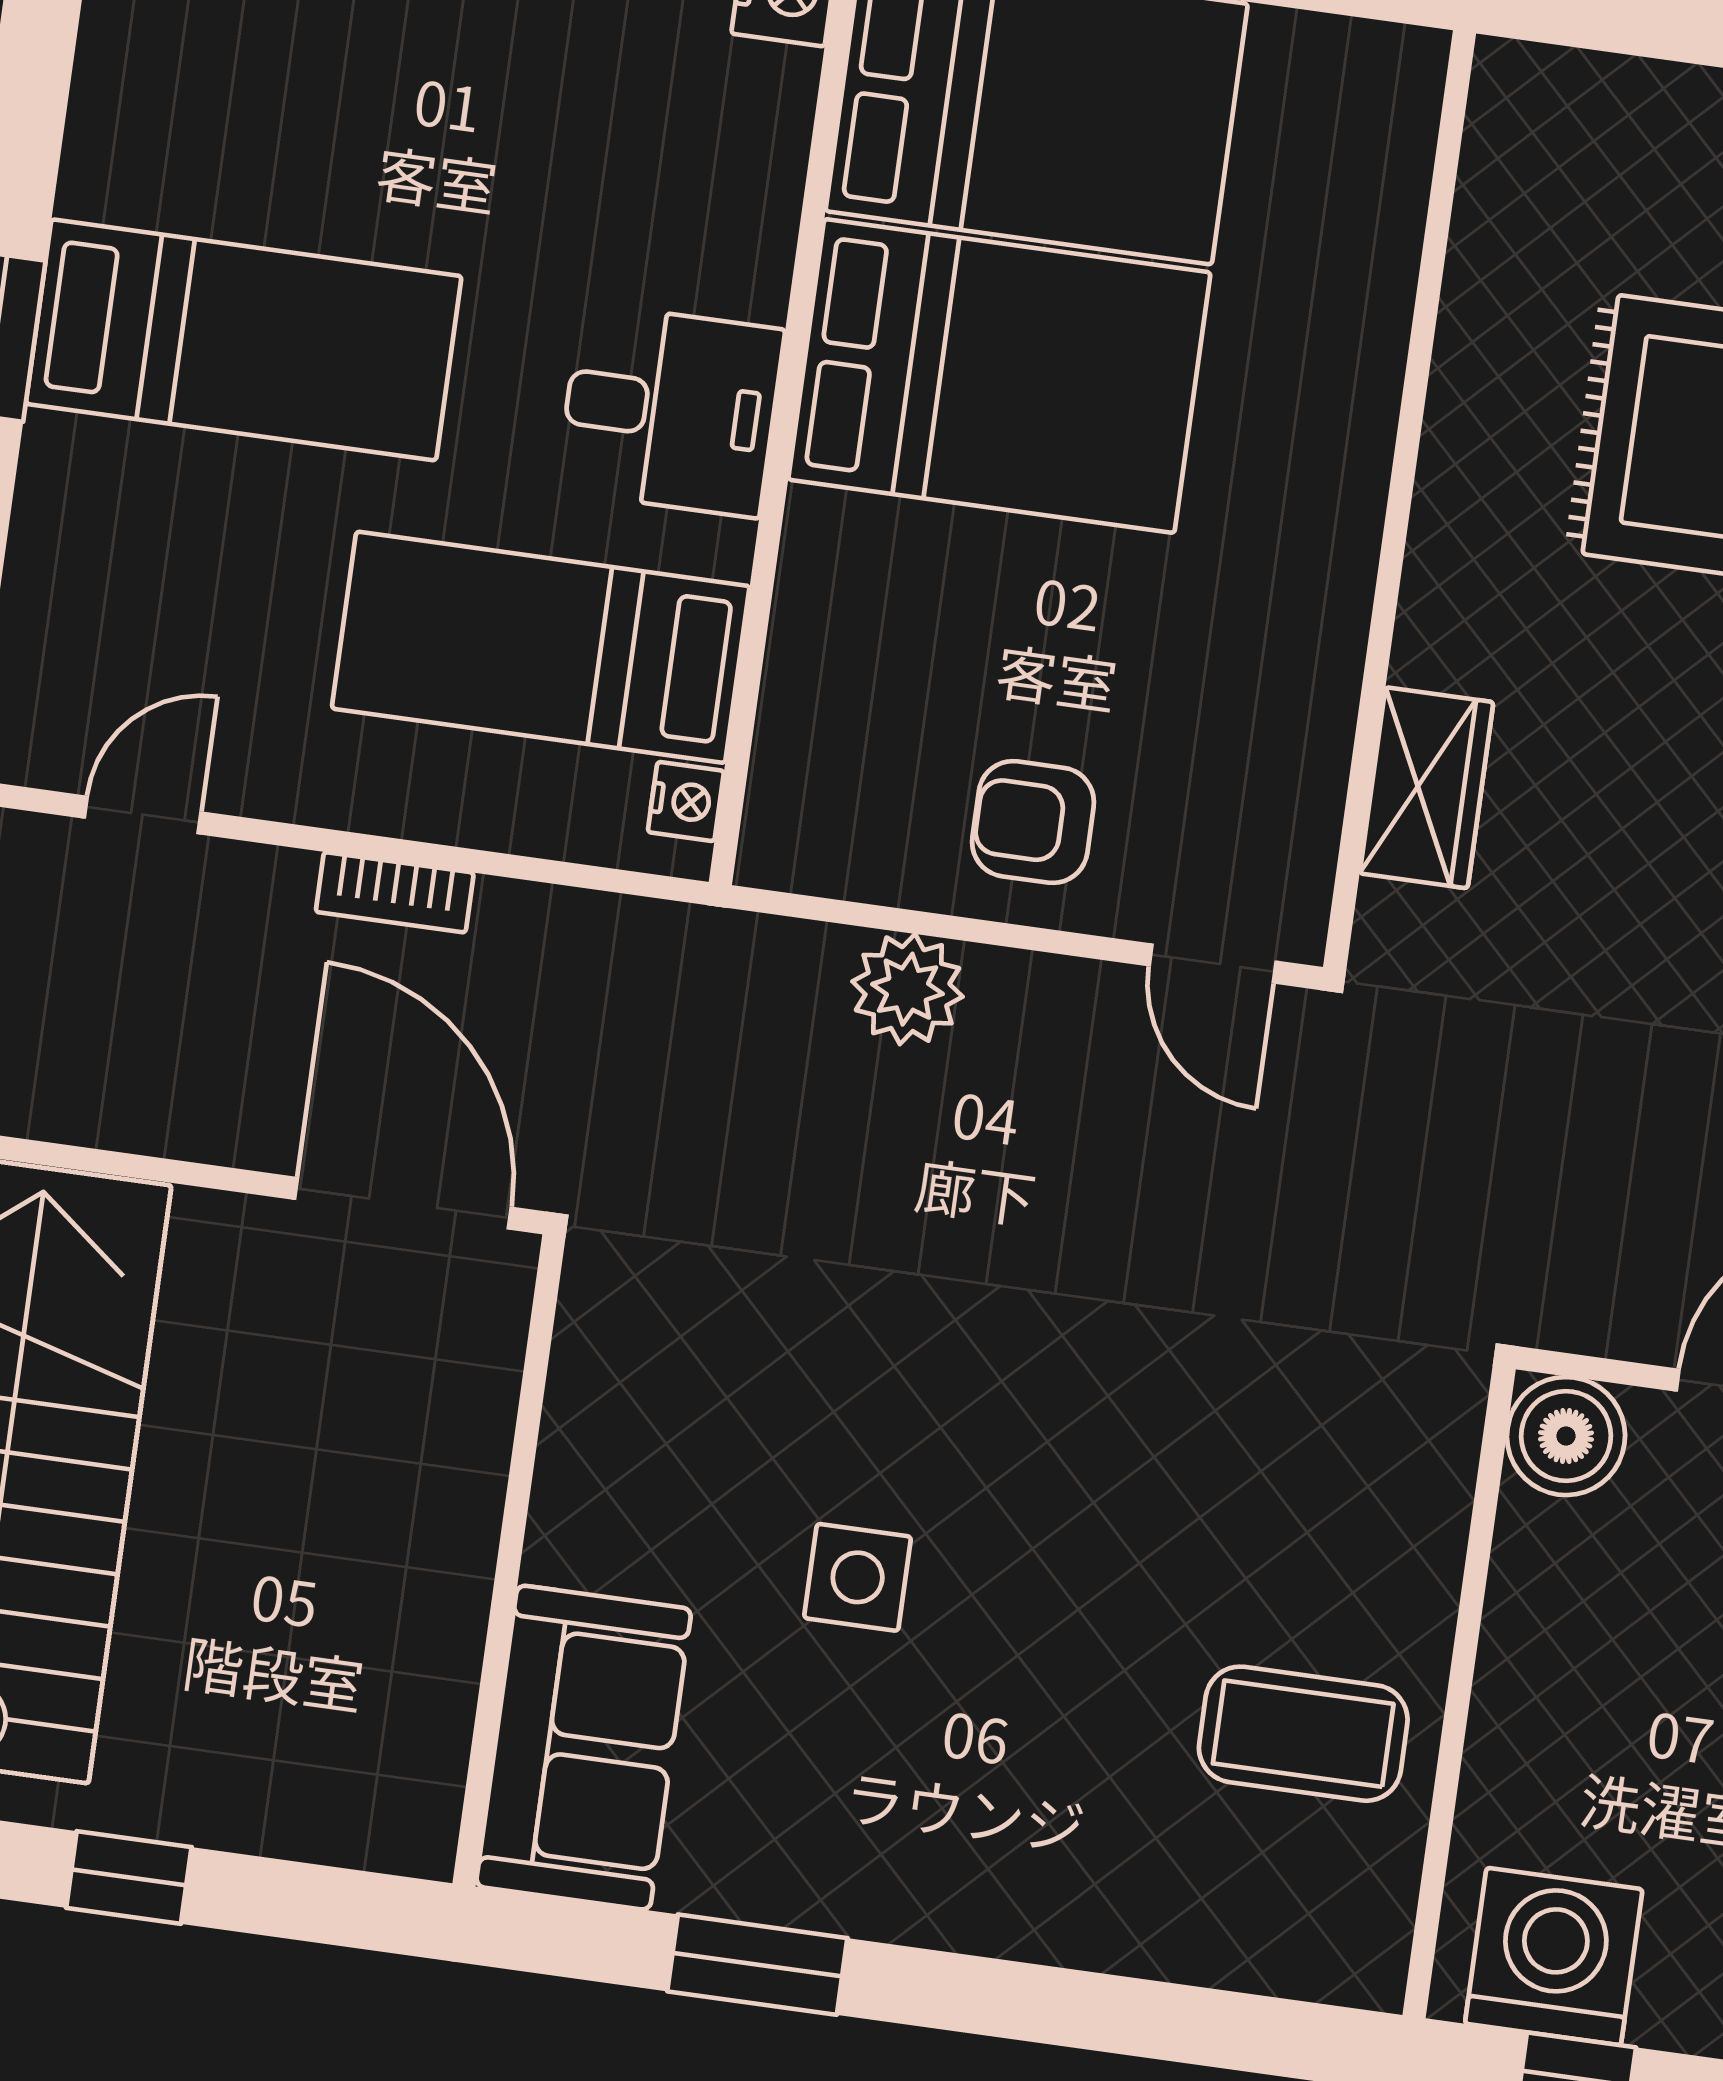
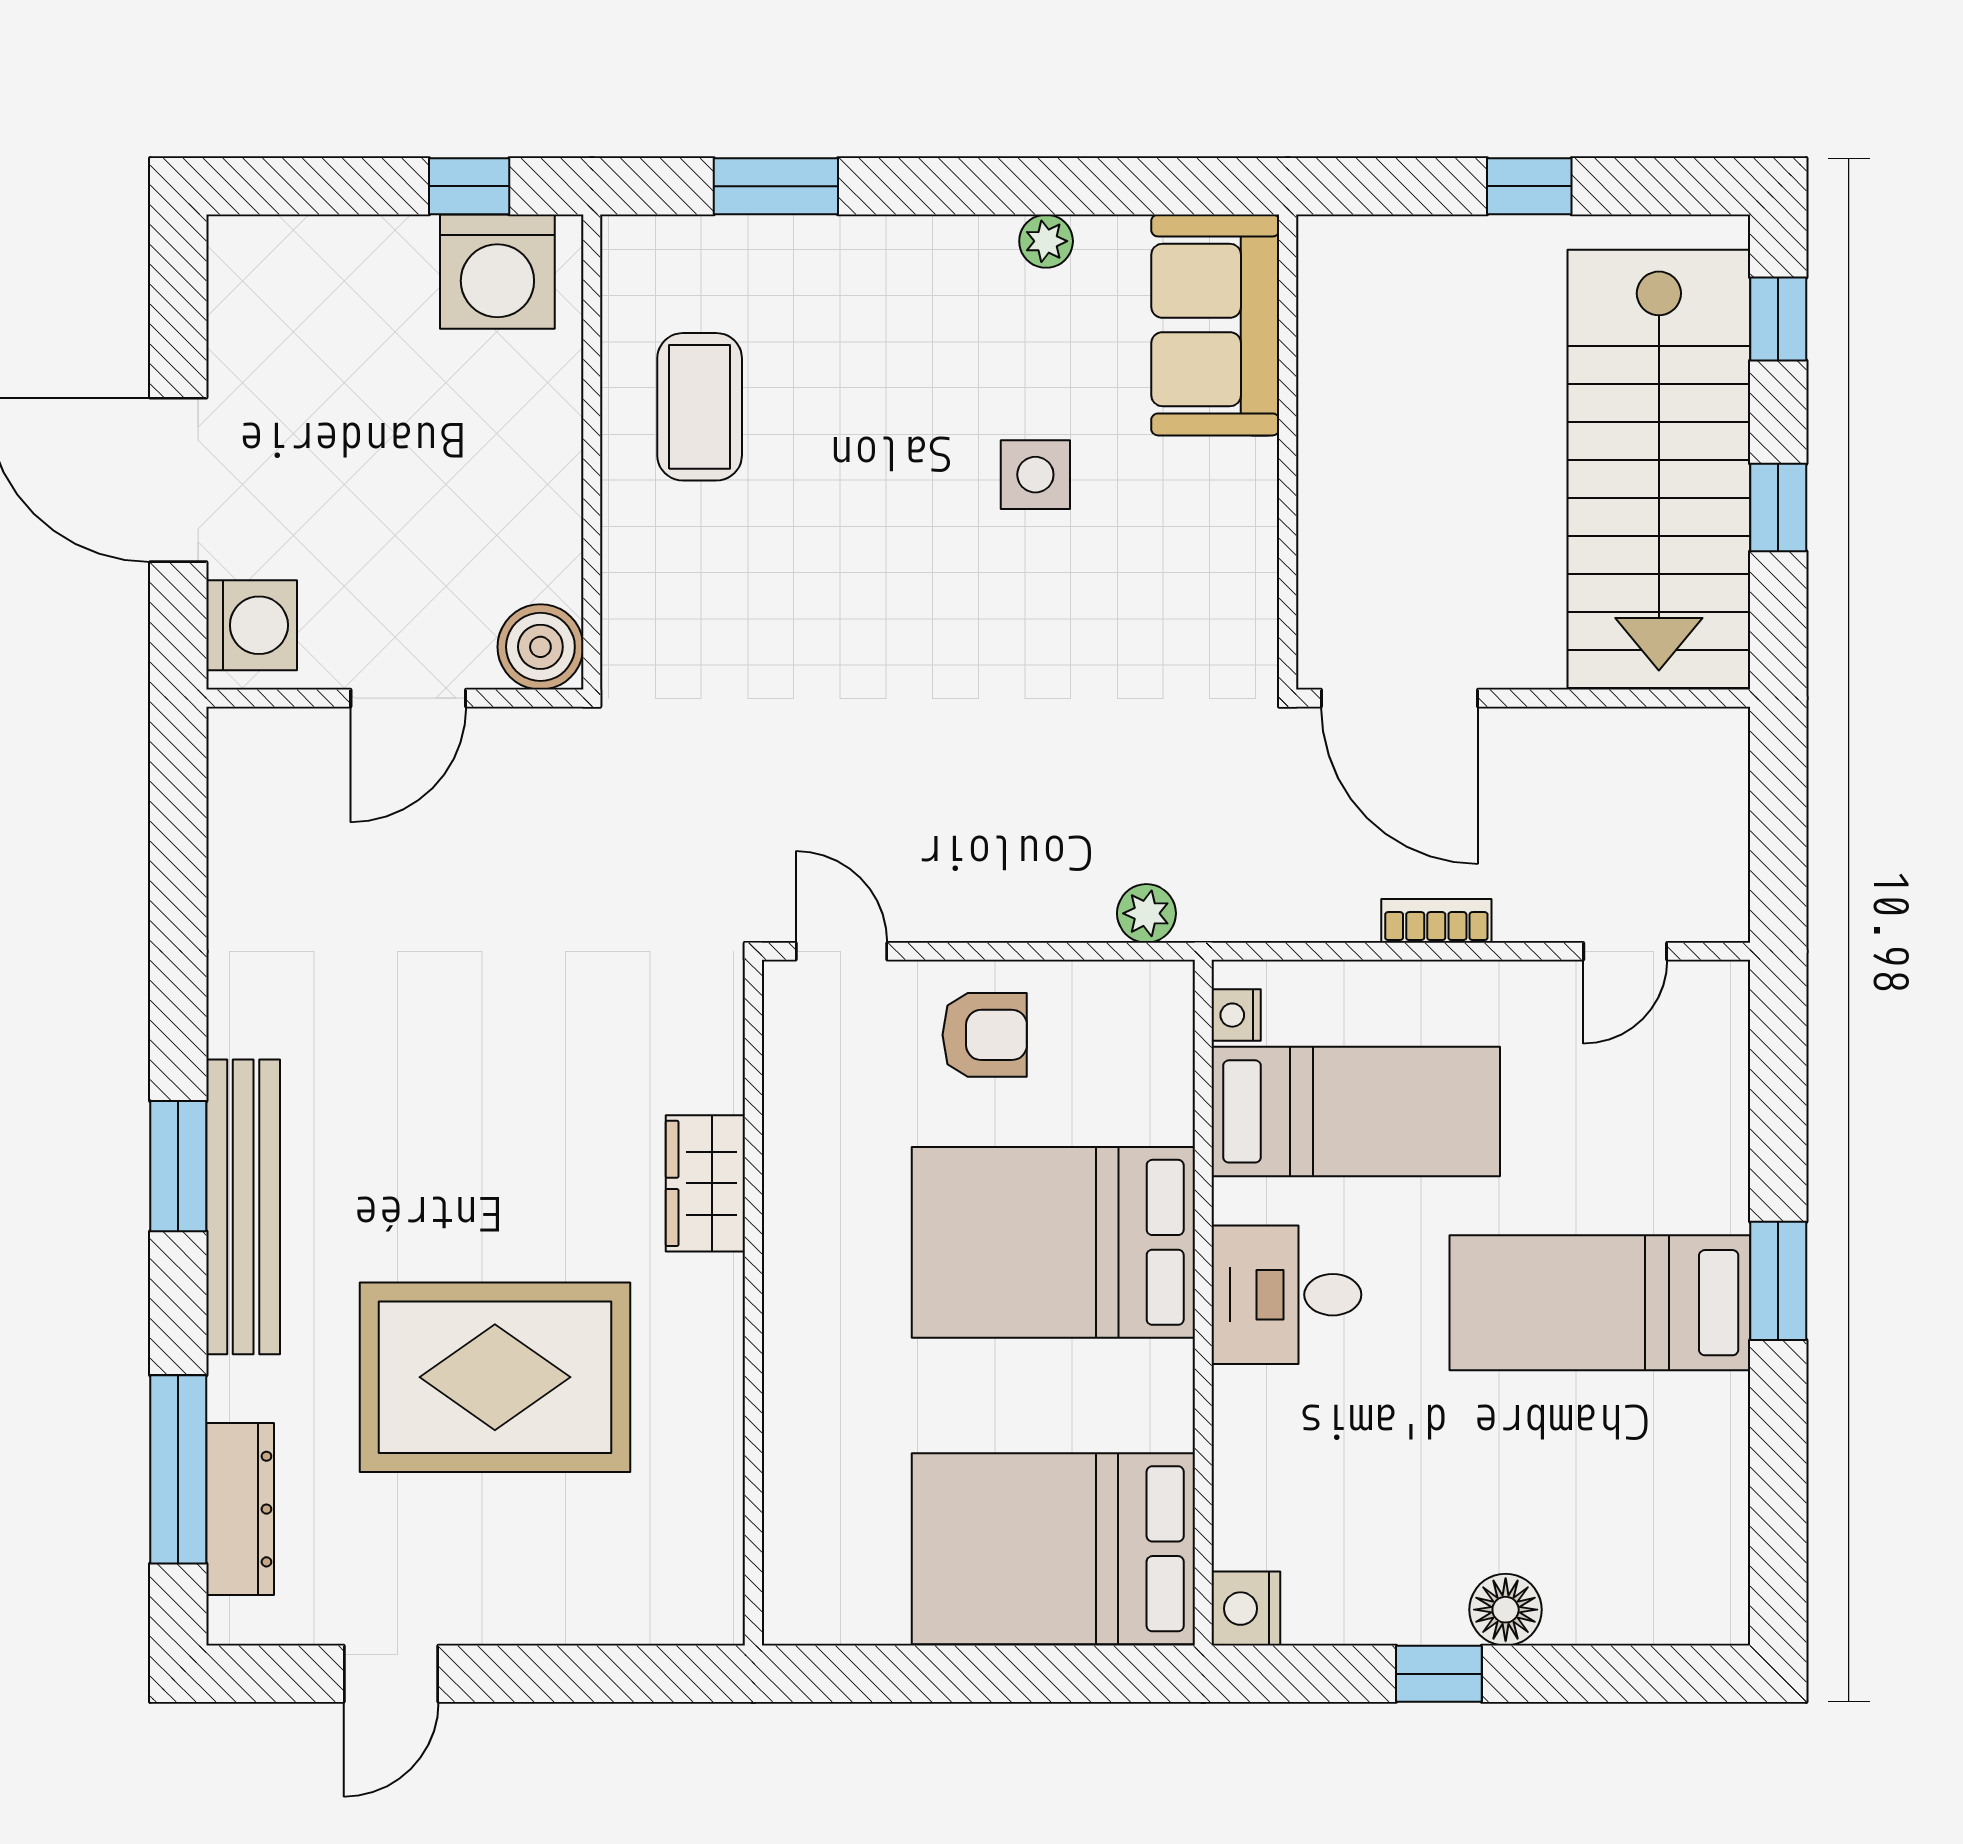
bed: (999, 376) -> (1053, 1242), moved
wardrobe: (1426, 788) -> (705, 1183), moved
plant: (907, 989) -> (1146, 913), moved, width x0.73, depth x0.73
coffee table: (1303, 1734) -> (700, 407), turned 90
plant: (799, 1894) -> (1046, 241), added
window: (757, 1965) -> (776, 186), moved

